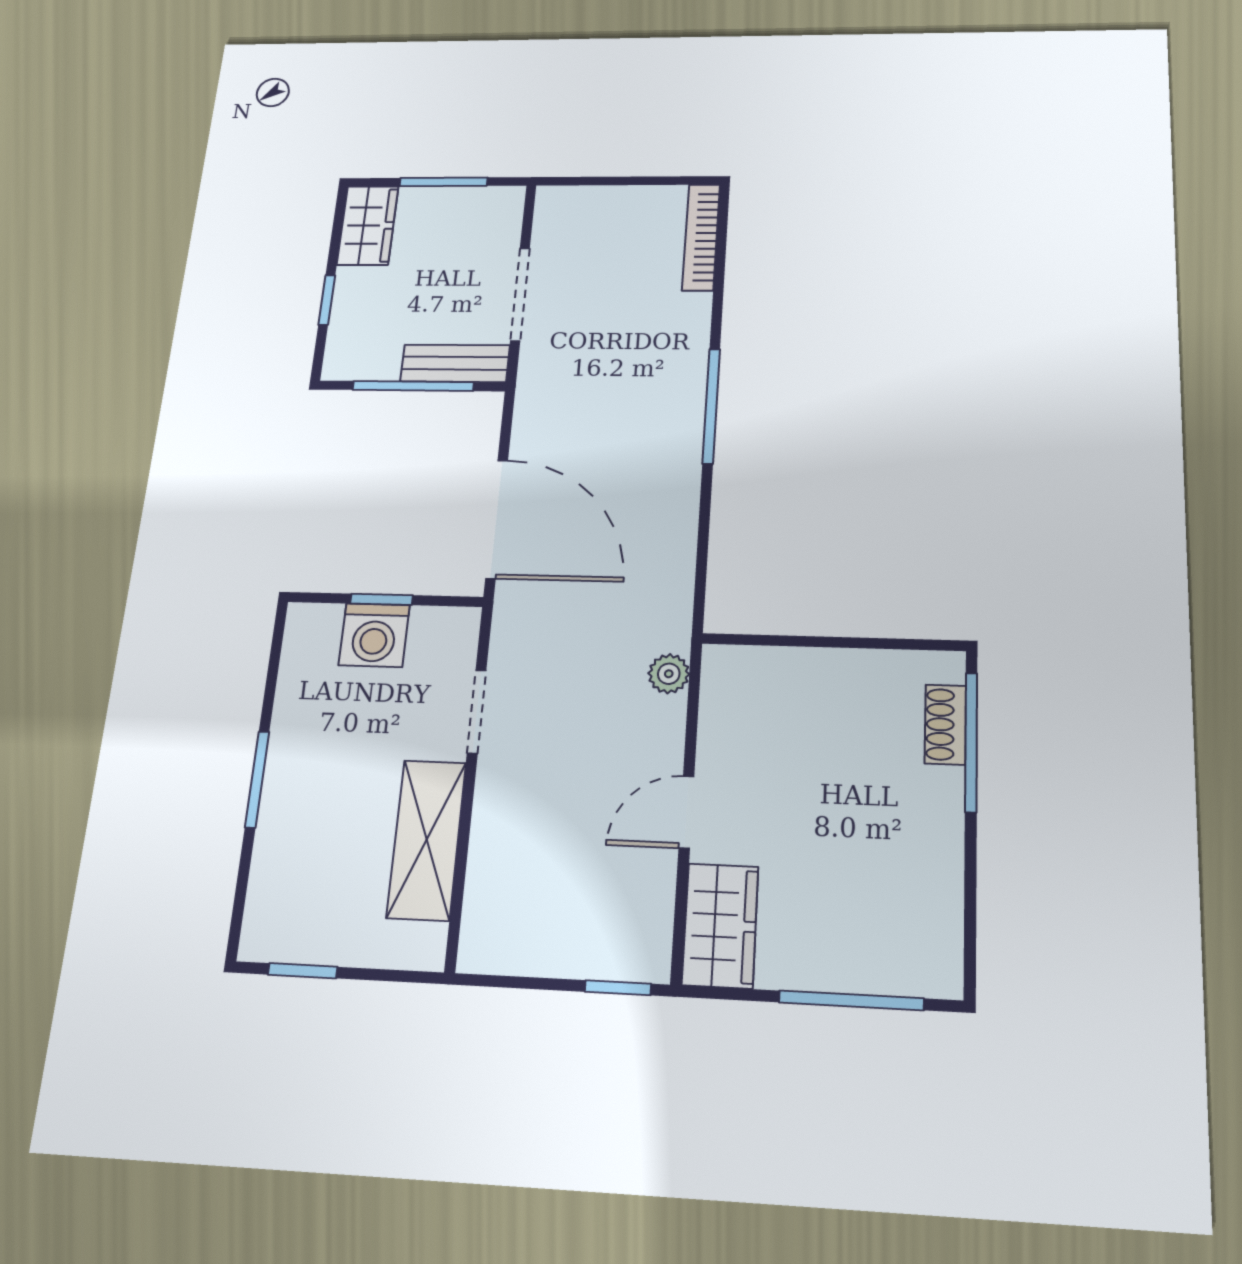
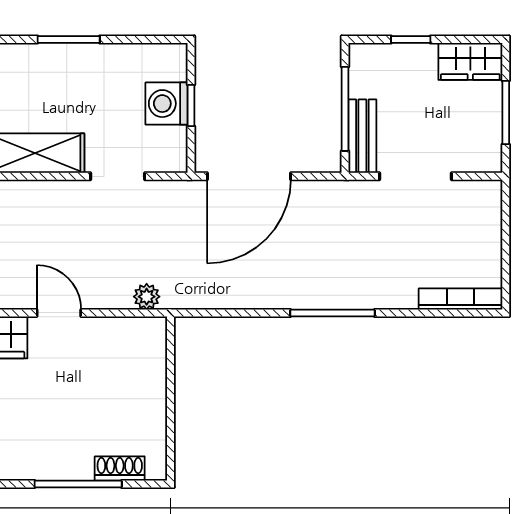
window: (971, 742) -> (78, 484), moved

